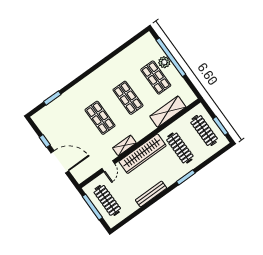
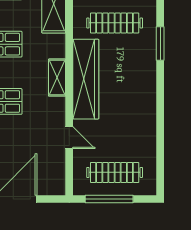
shelving: (124, 145) -> (57, 78), moved
bench: (151, 194) -> (149, 107), removed

